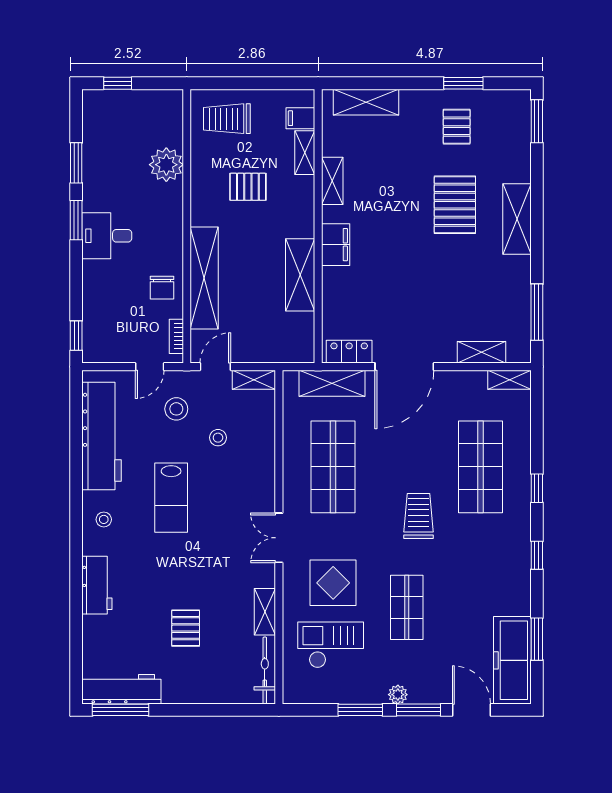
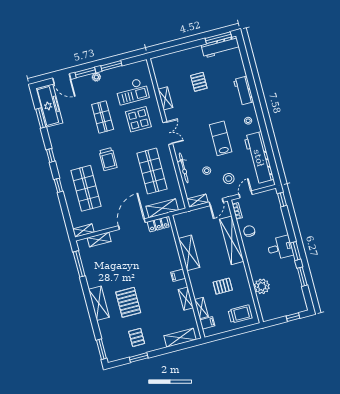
filing cabinet: (336, 245) -> (178, 275), width x0.50
bicycle: (265, 671) -> (184, 168), moved

